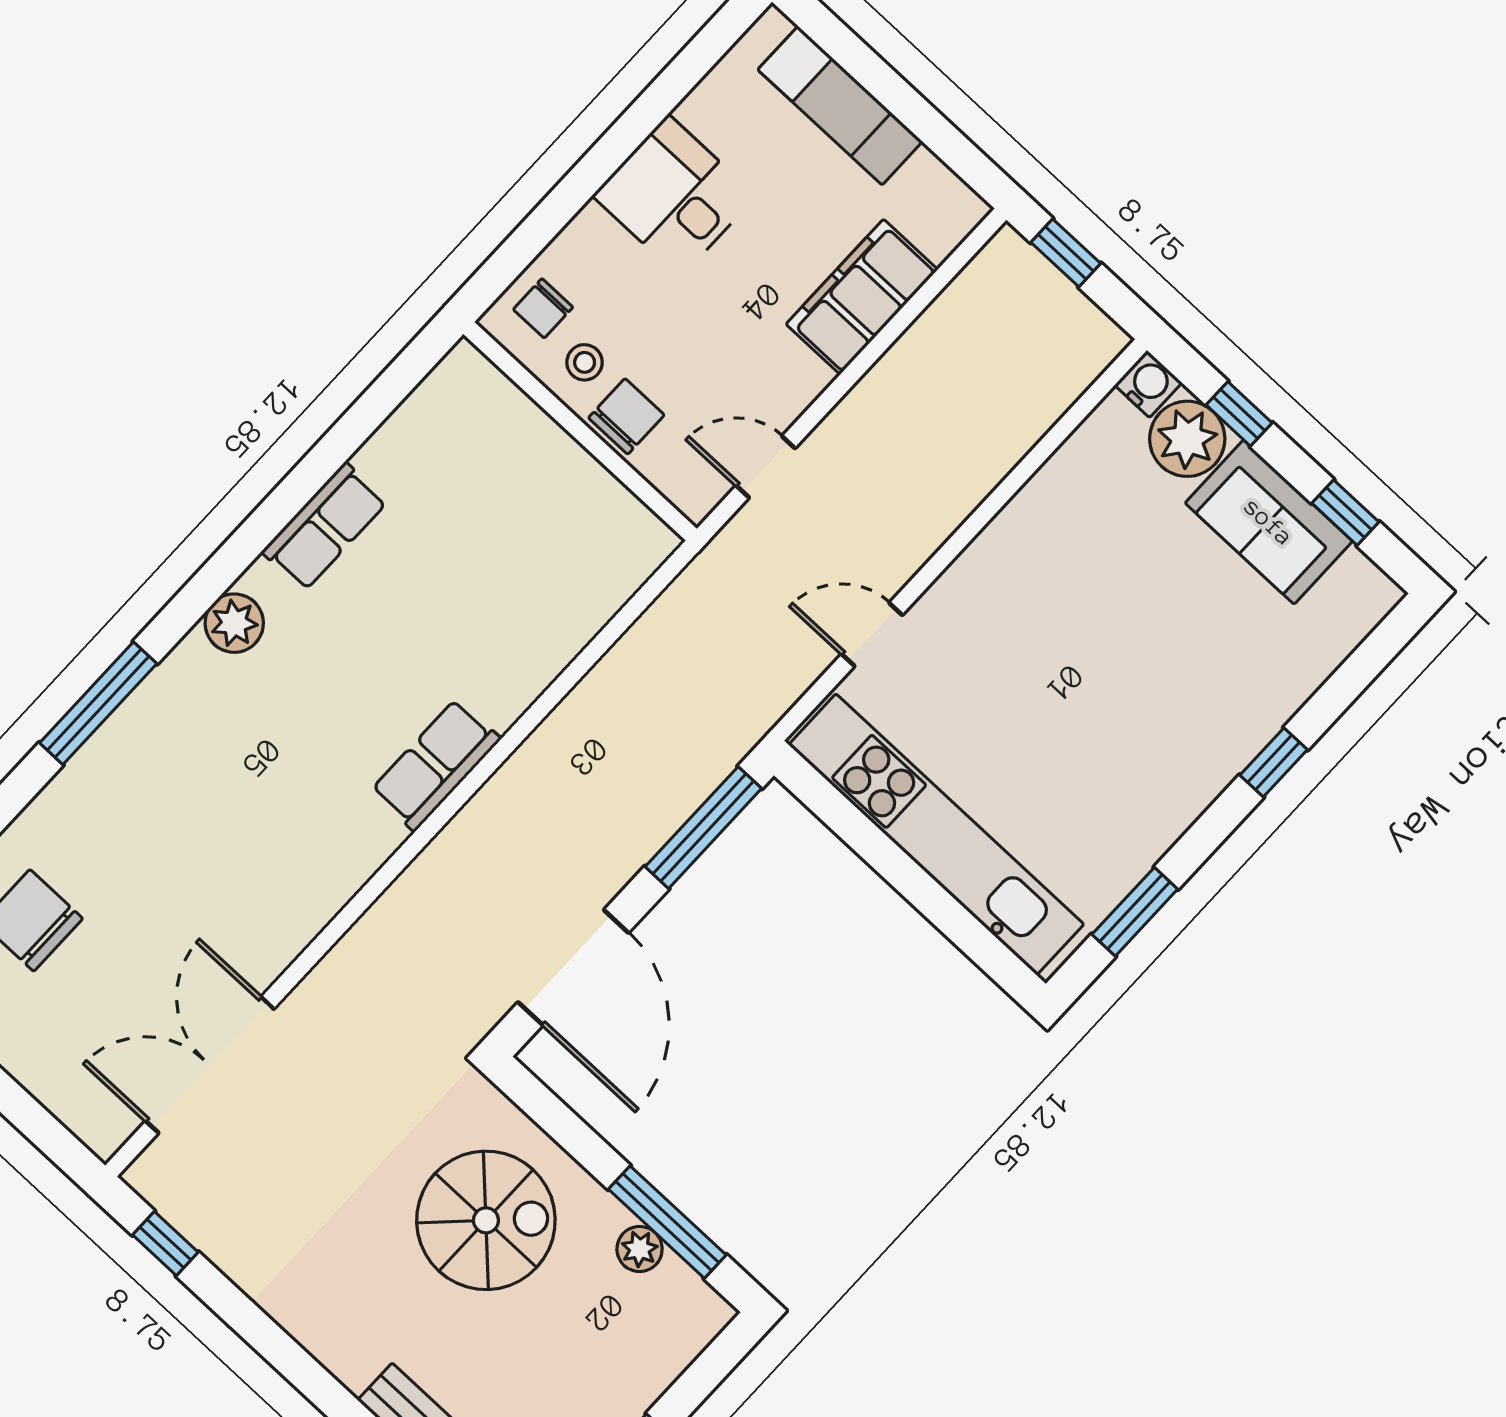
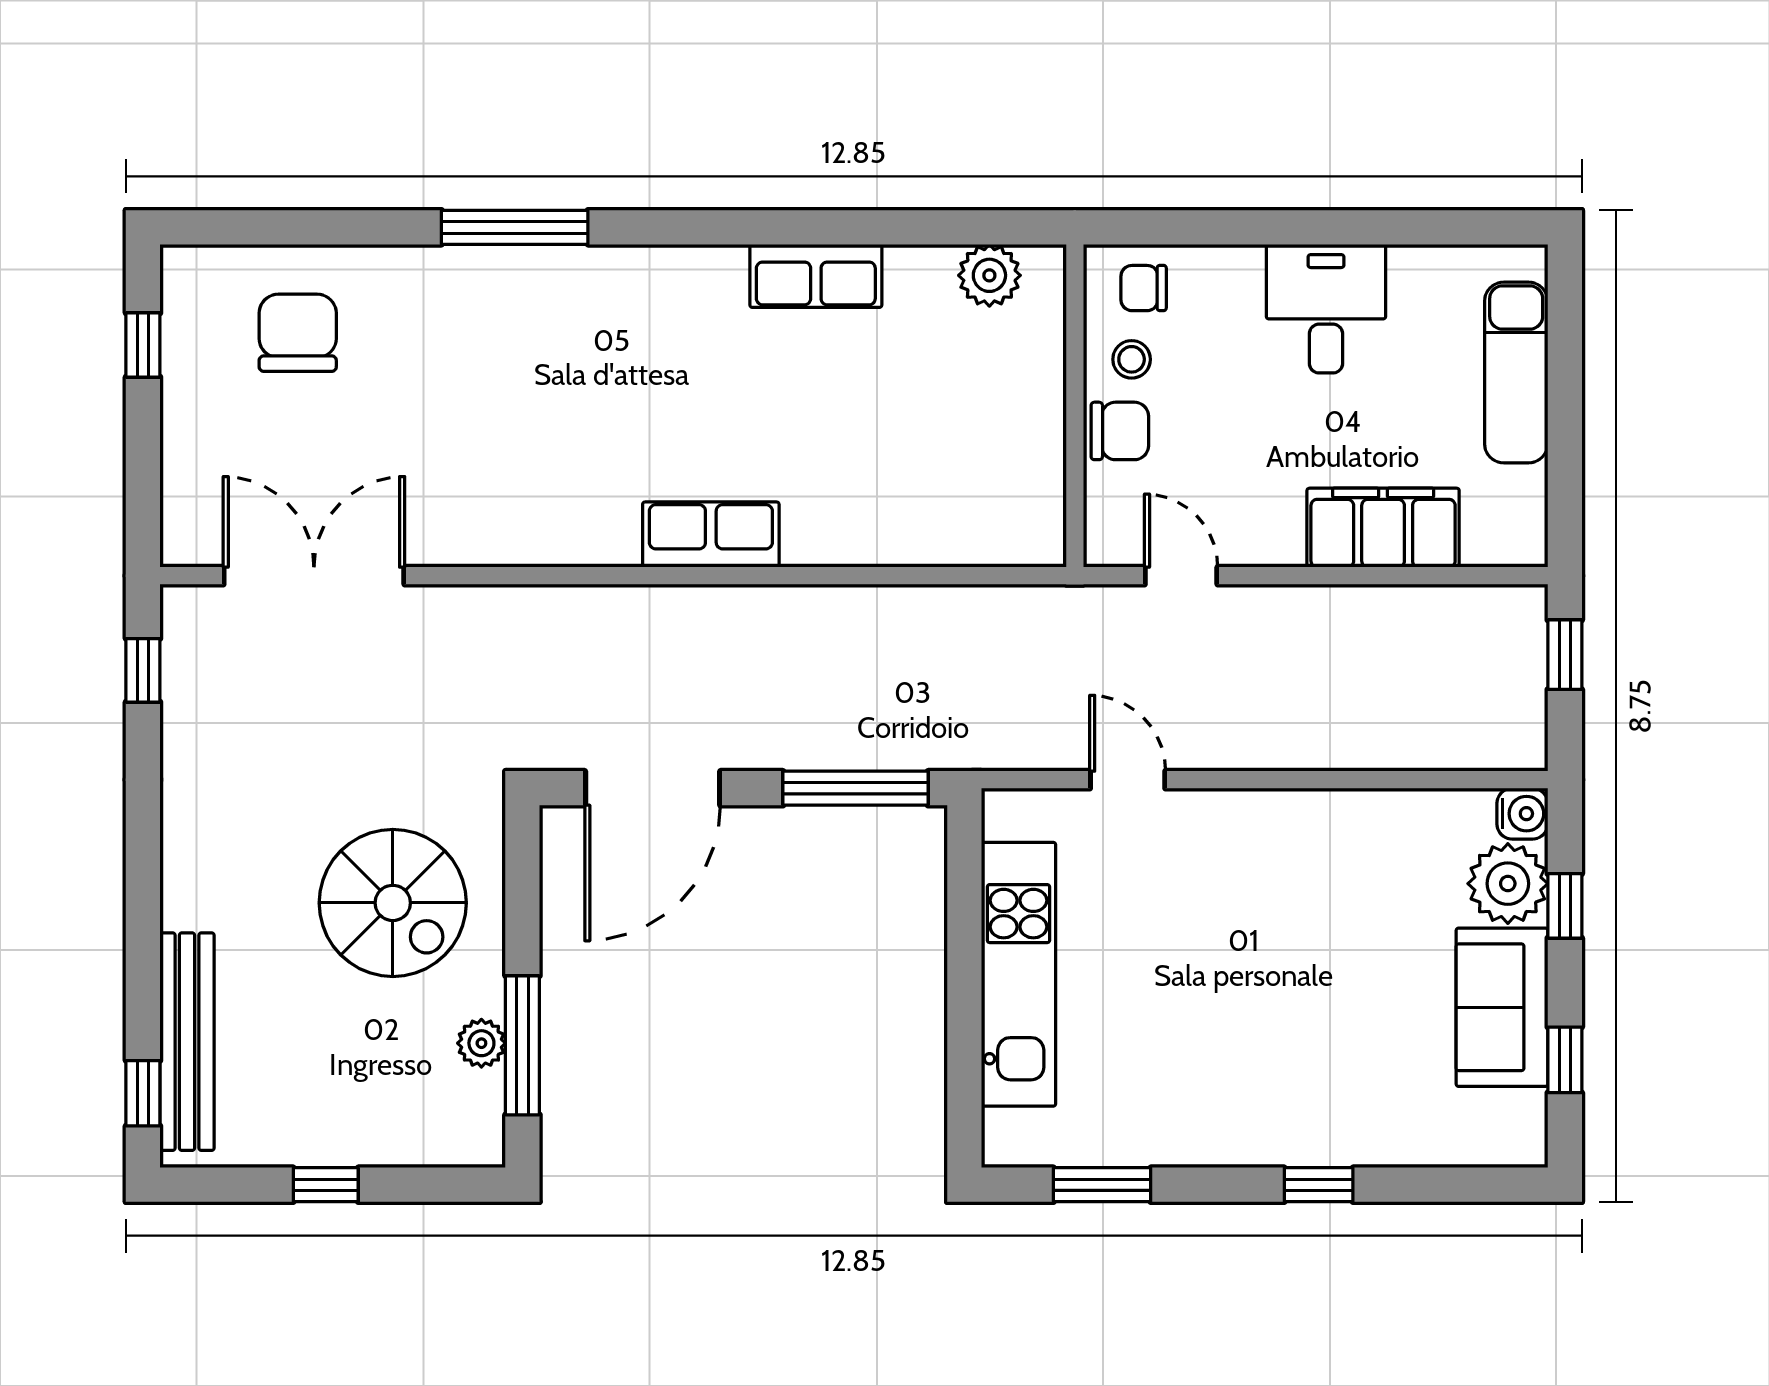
plant: (234, 623) -> (989, 275), moved
kitchen unit: (936, 834) -> (1018, 974), width x0.73

